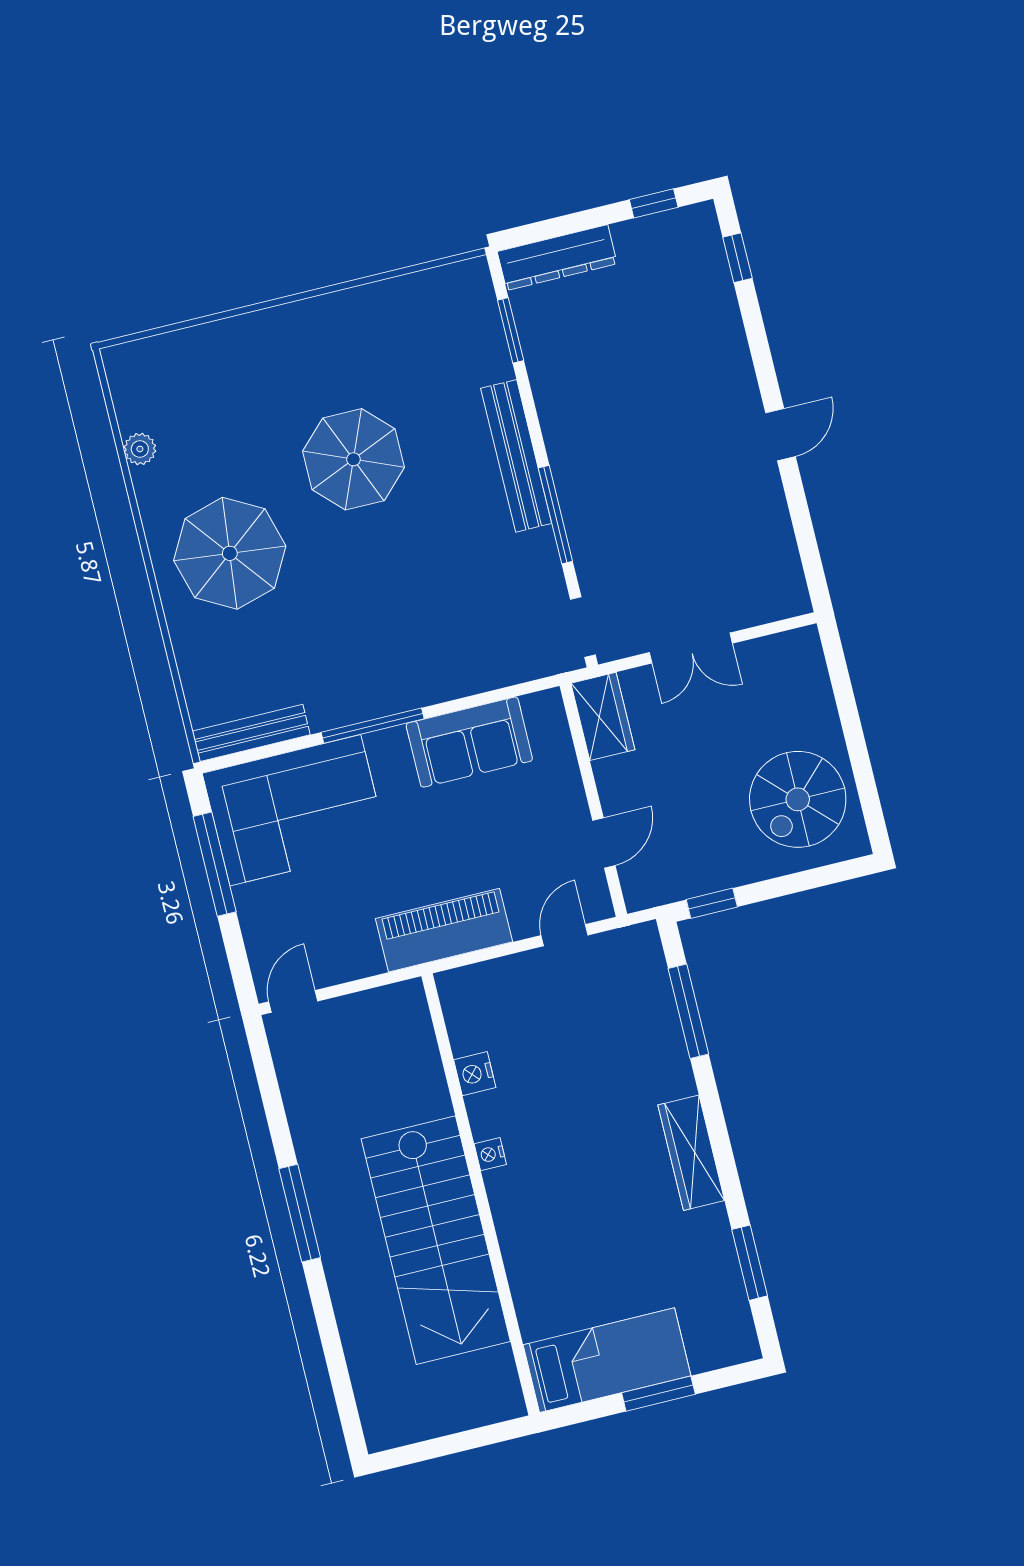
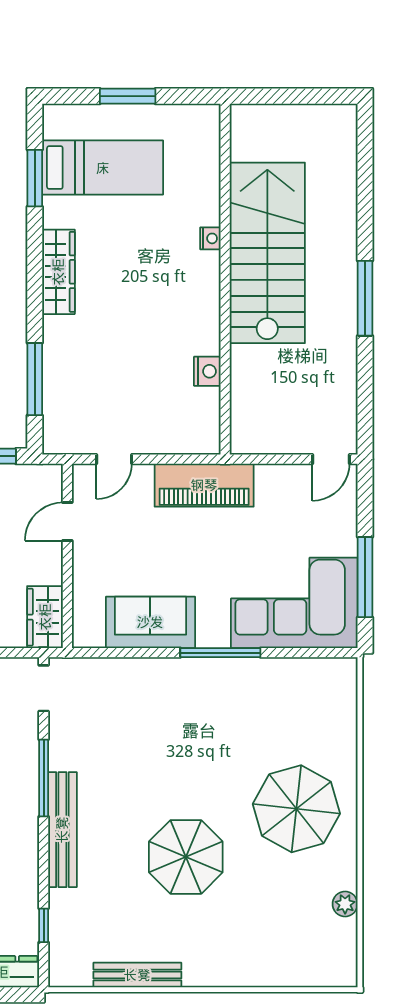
window: (511, 330) -> (44, 925), width x0.67
bench: (251, 733) -> (137, 975), moved
nightstand: (490, 1154) -> (210, 238), moved
bed: (607, 1360) -> (103, 168), moved, turned 180

